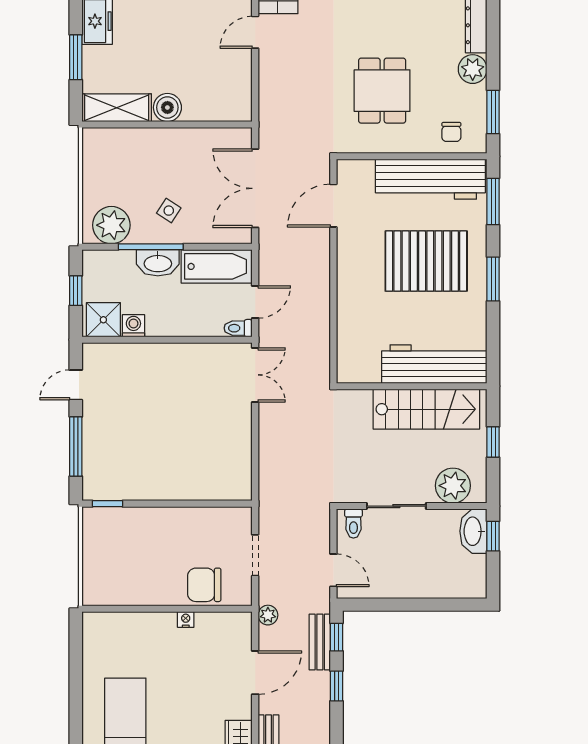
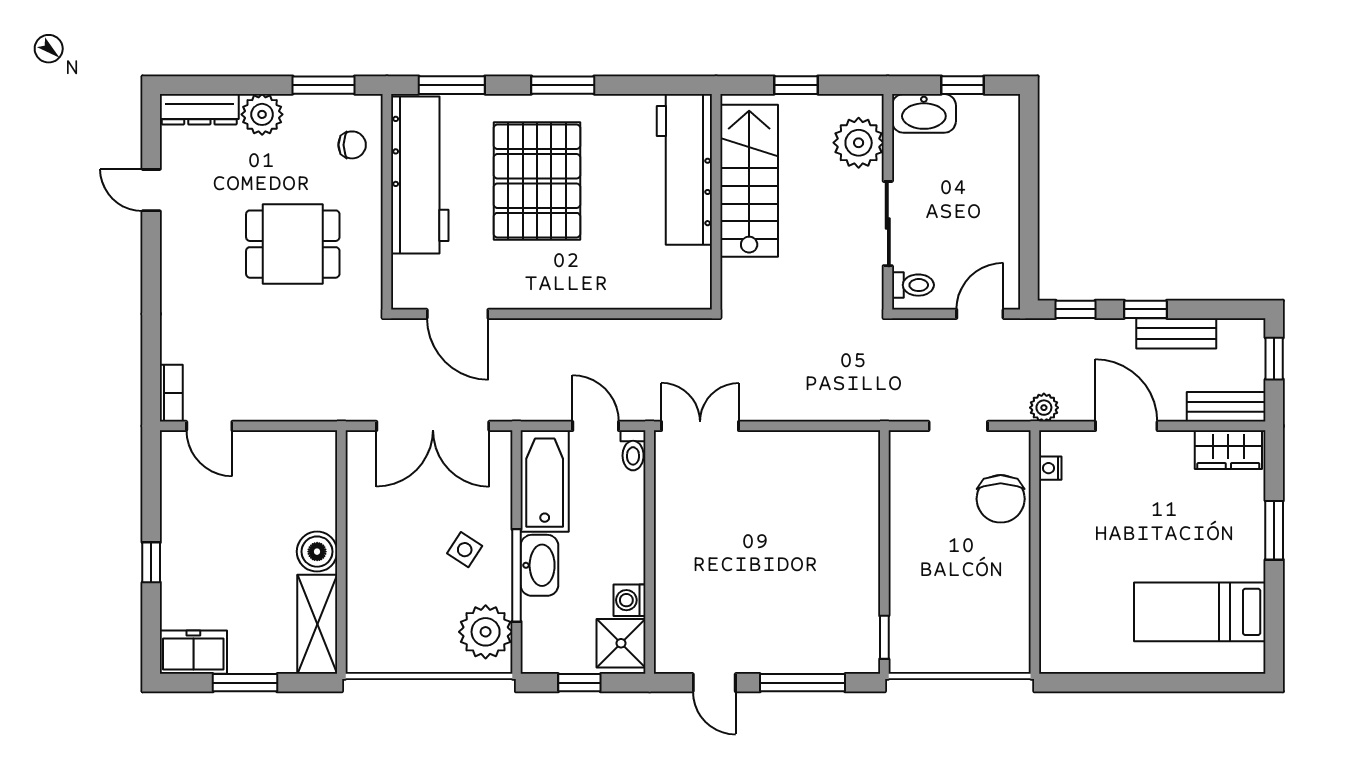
window: (493, 536) -> (963, 85), moved
nightstand: (186, 619) -> (1050, 468), moved
bench: (320, 642) -> (1176, 333), moved

